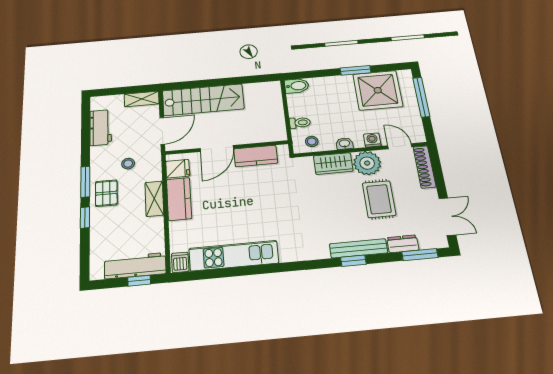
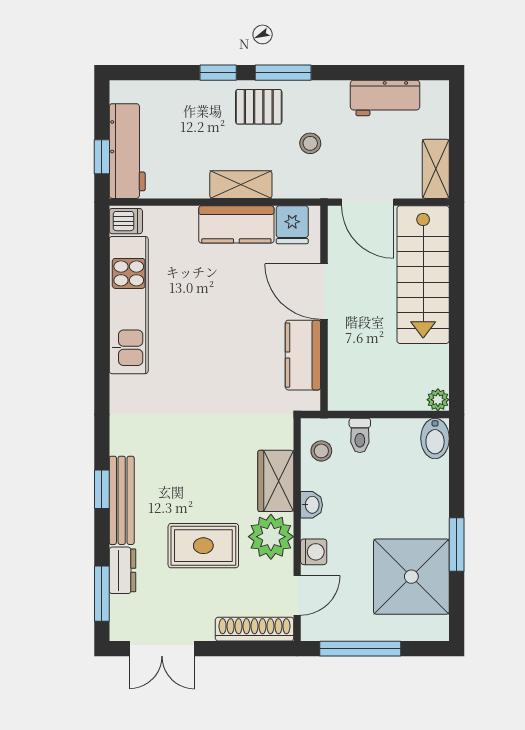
plant: (274, 86) -> (438, 400), added
window: (421, 97) -> (360, 649), moved

